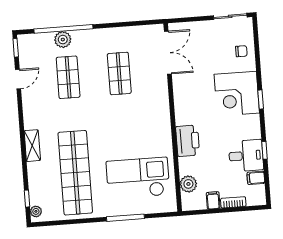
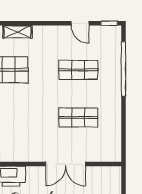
plant: (63, 40) -> (114, 67), removed
double door: (168, 53) -> (66, 164), moved

